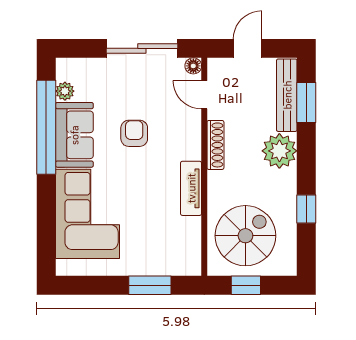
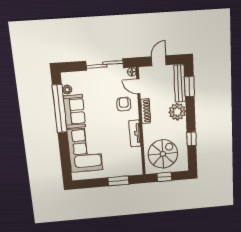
armchair: (134, 133) -> (124, 104), moved

